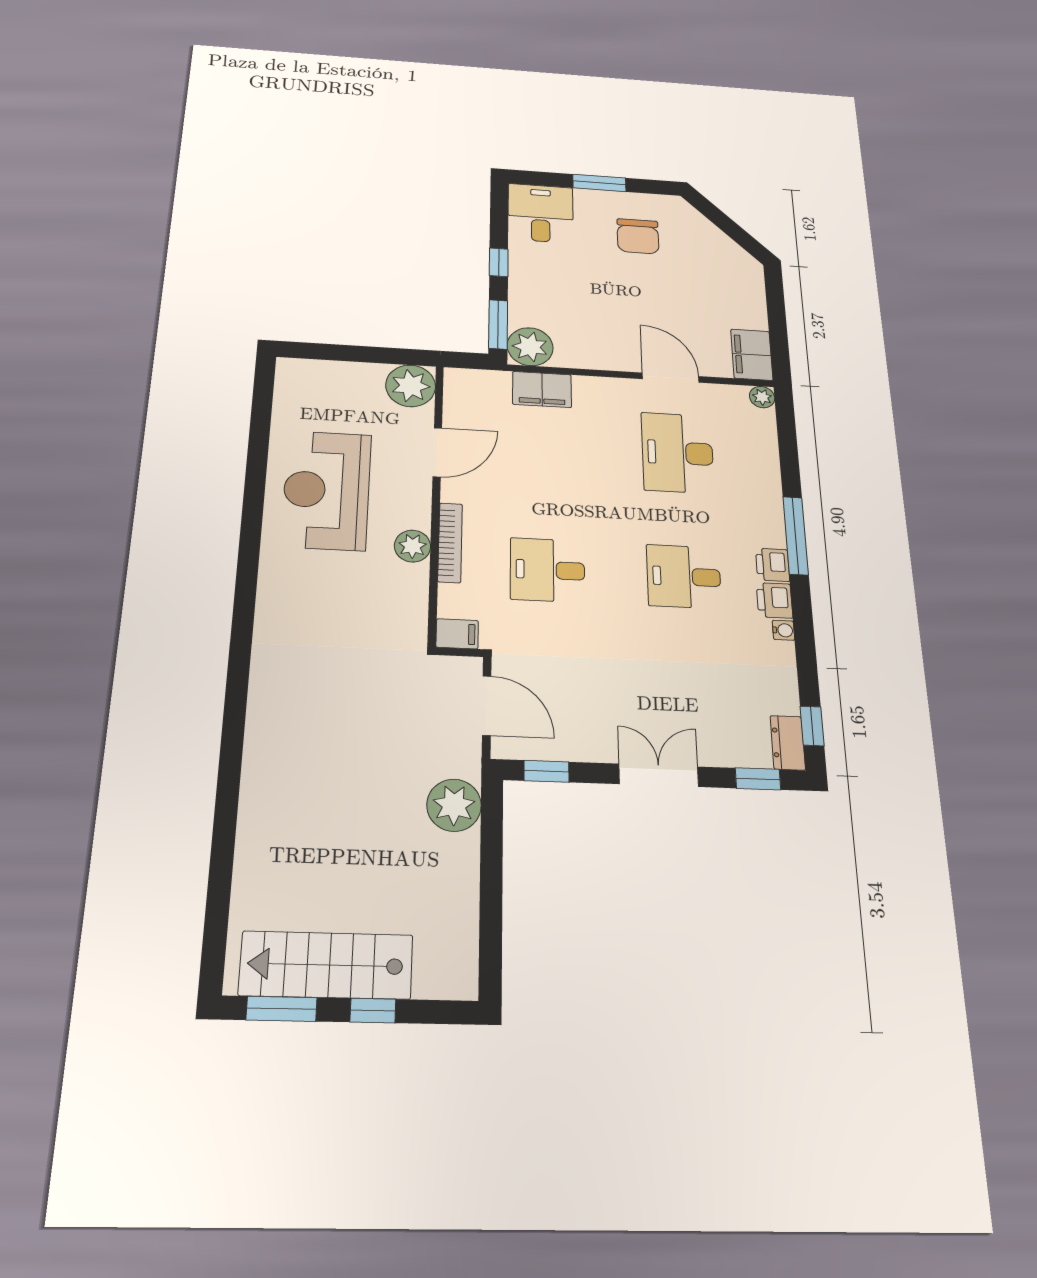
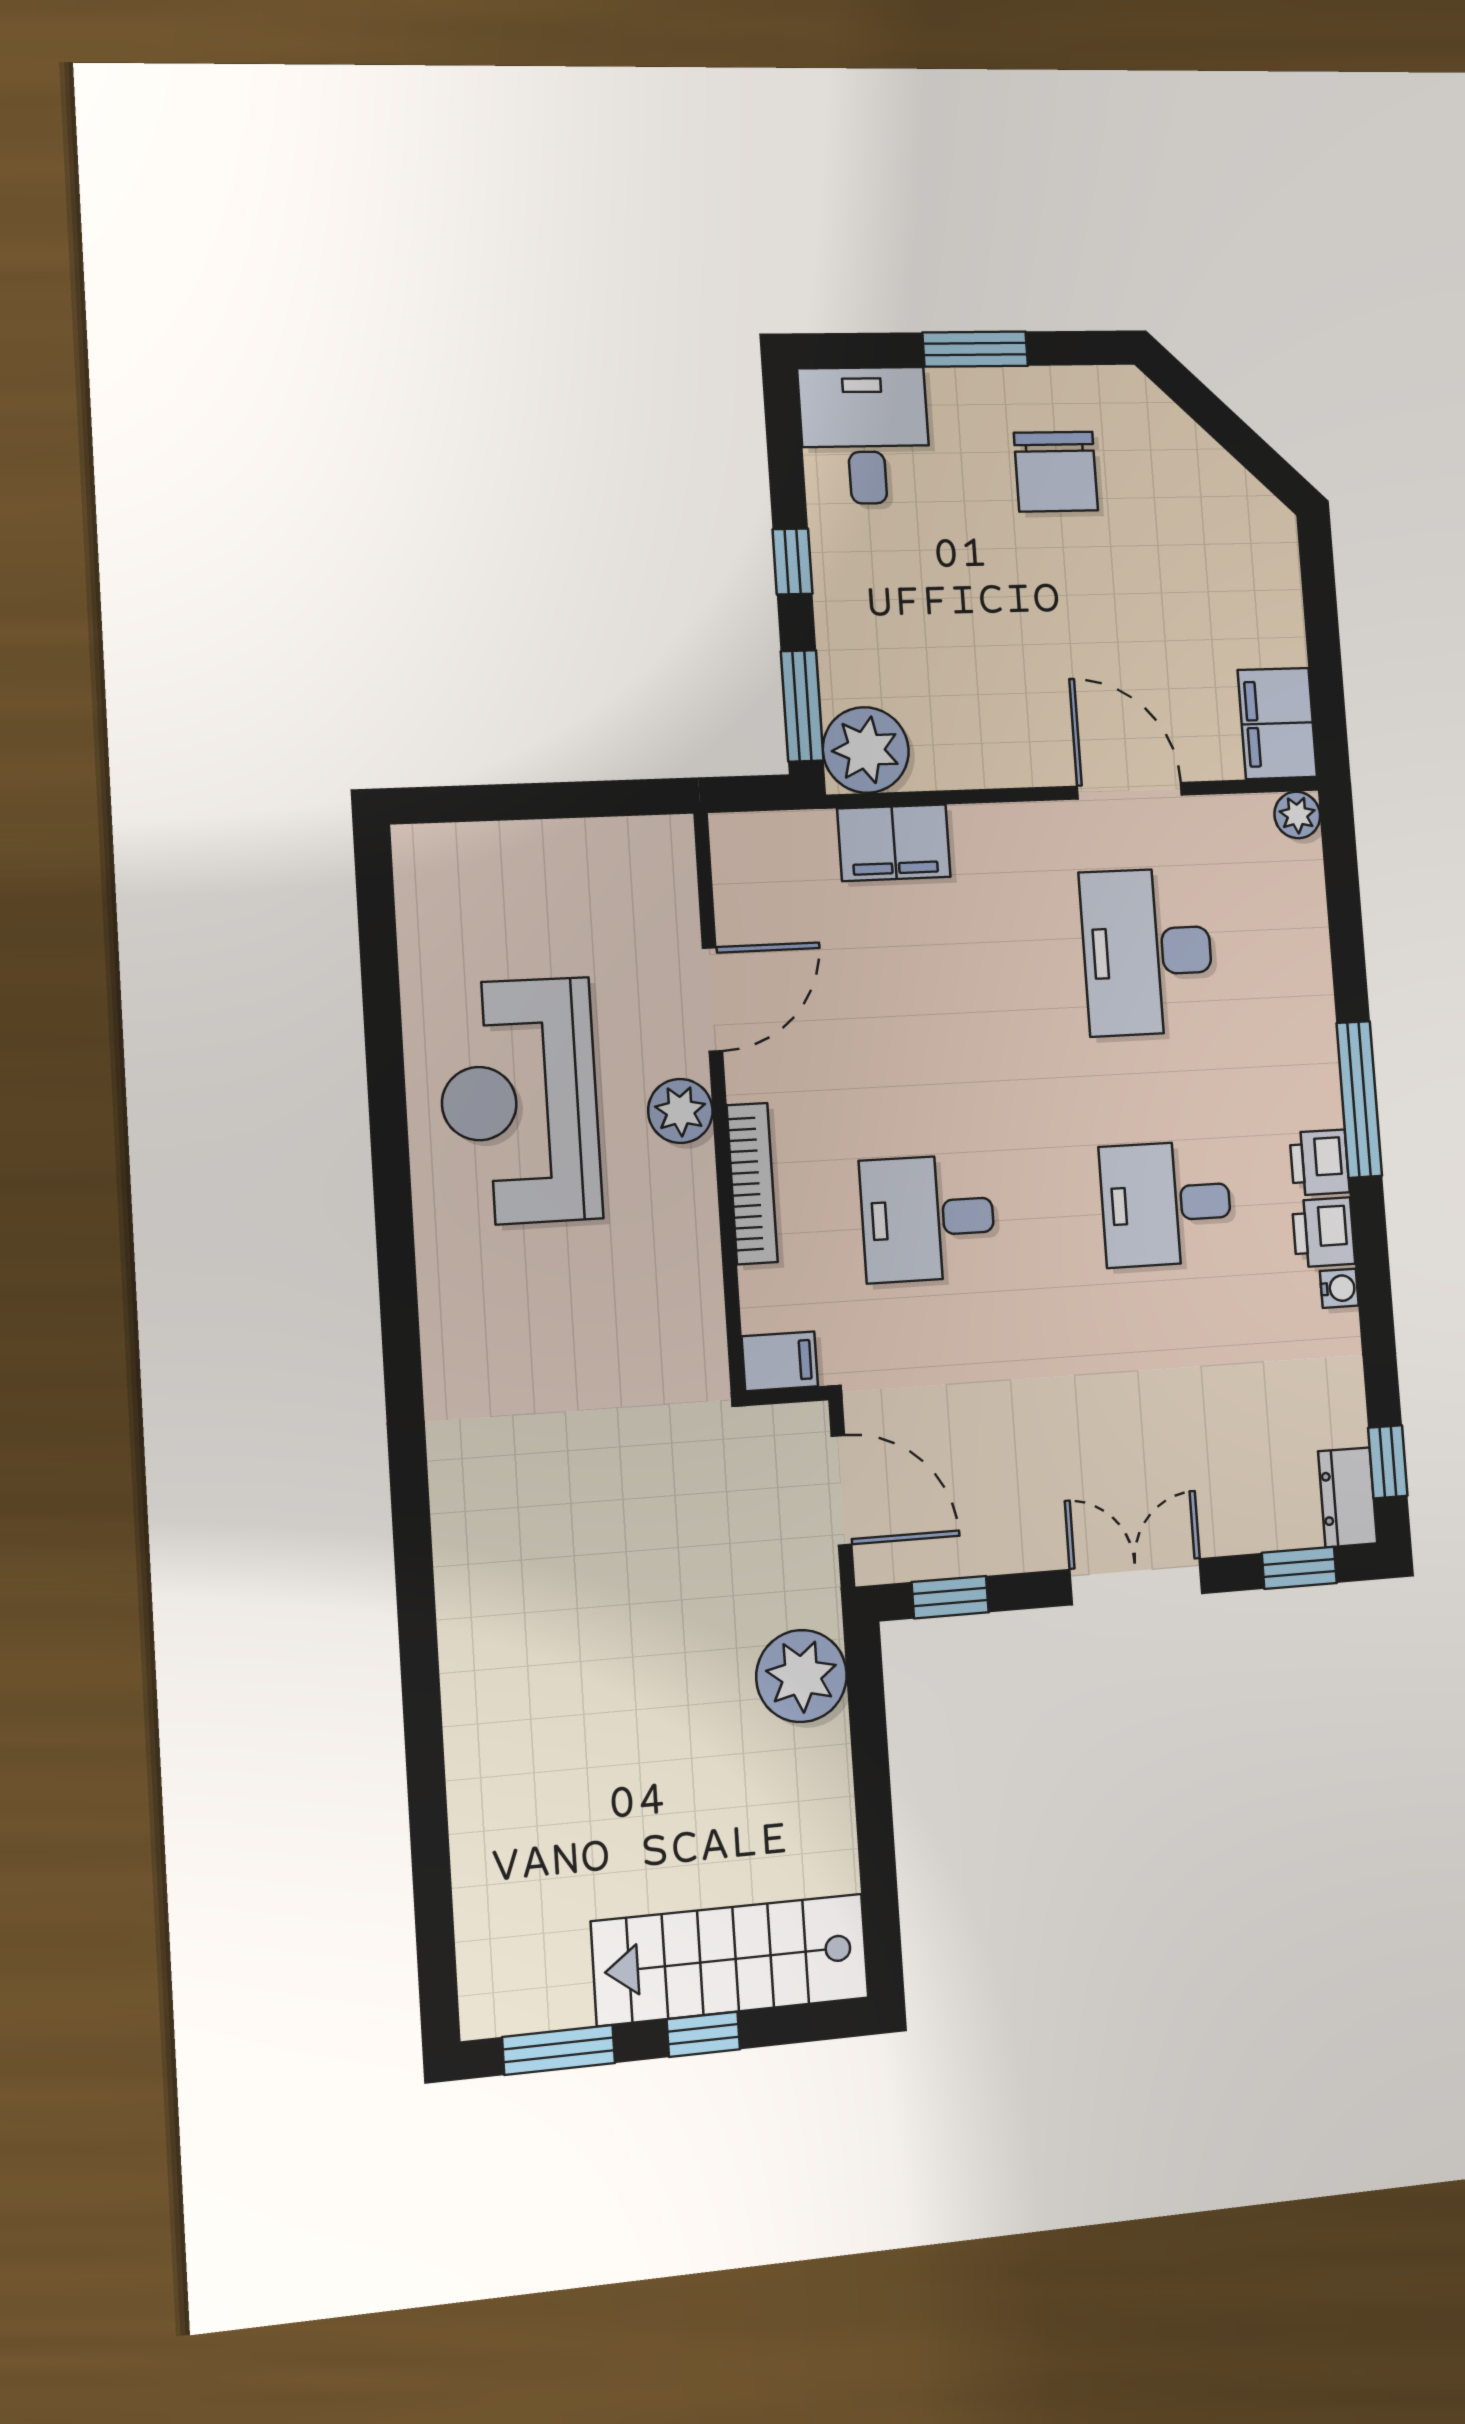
plant: (411, 386) -> (650, 861), removed
plant: (412, 546) -> (680, 1111), moved
stairs: (326, 965) -> (730, 1960), moved

